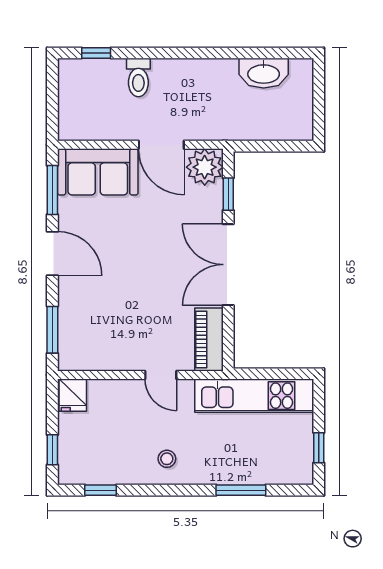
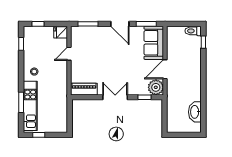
toilet: (138, 77) -> (193, 31), moved
door: (52, 253) -> (120, 24), hinge flipped
double door: (228, 265) -> (115, 97), width x0.73
door: (161, 375) -> (69, 54), moved
kitchen unit: (254, 396) -> (30, 106), moved, turned 180

